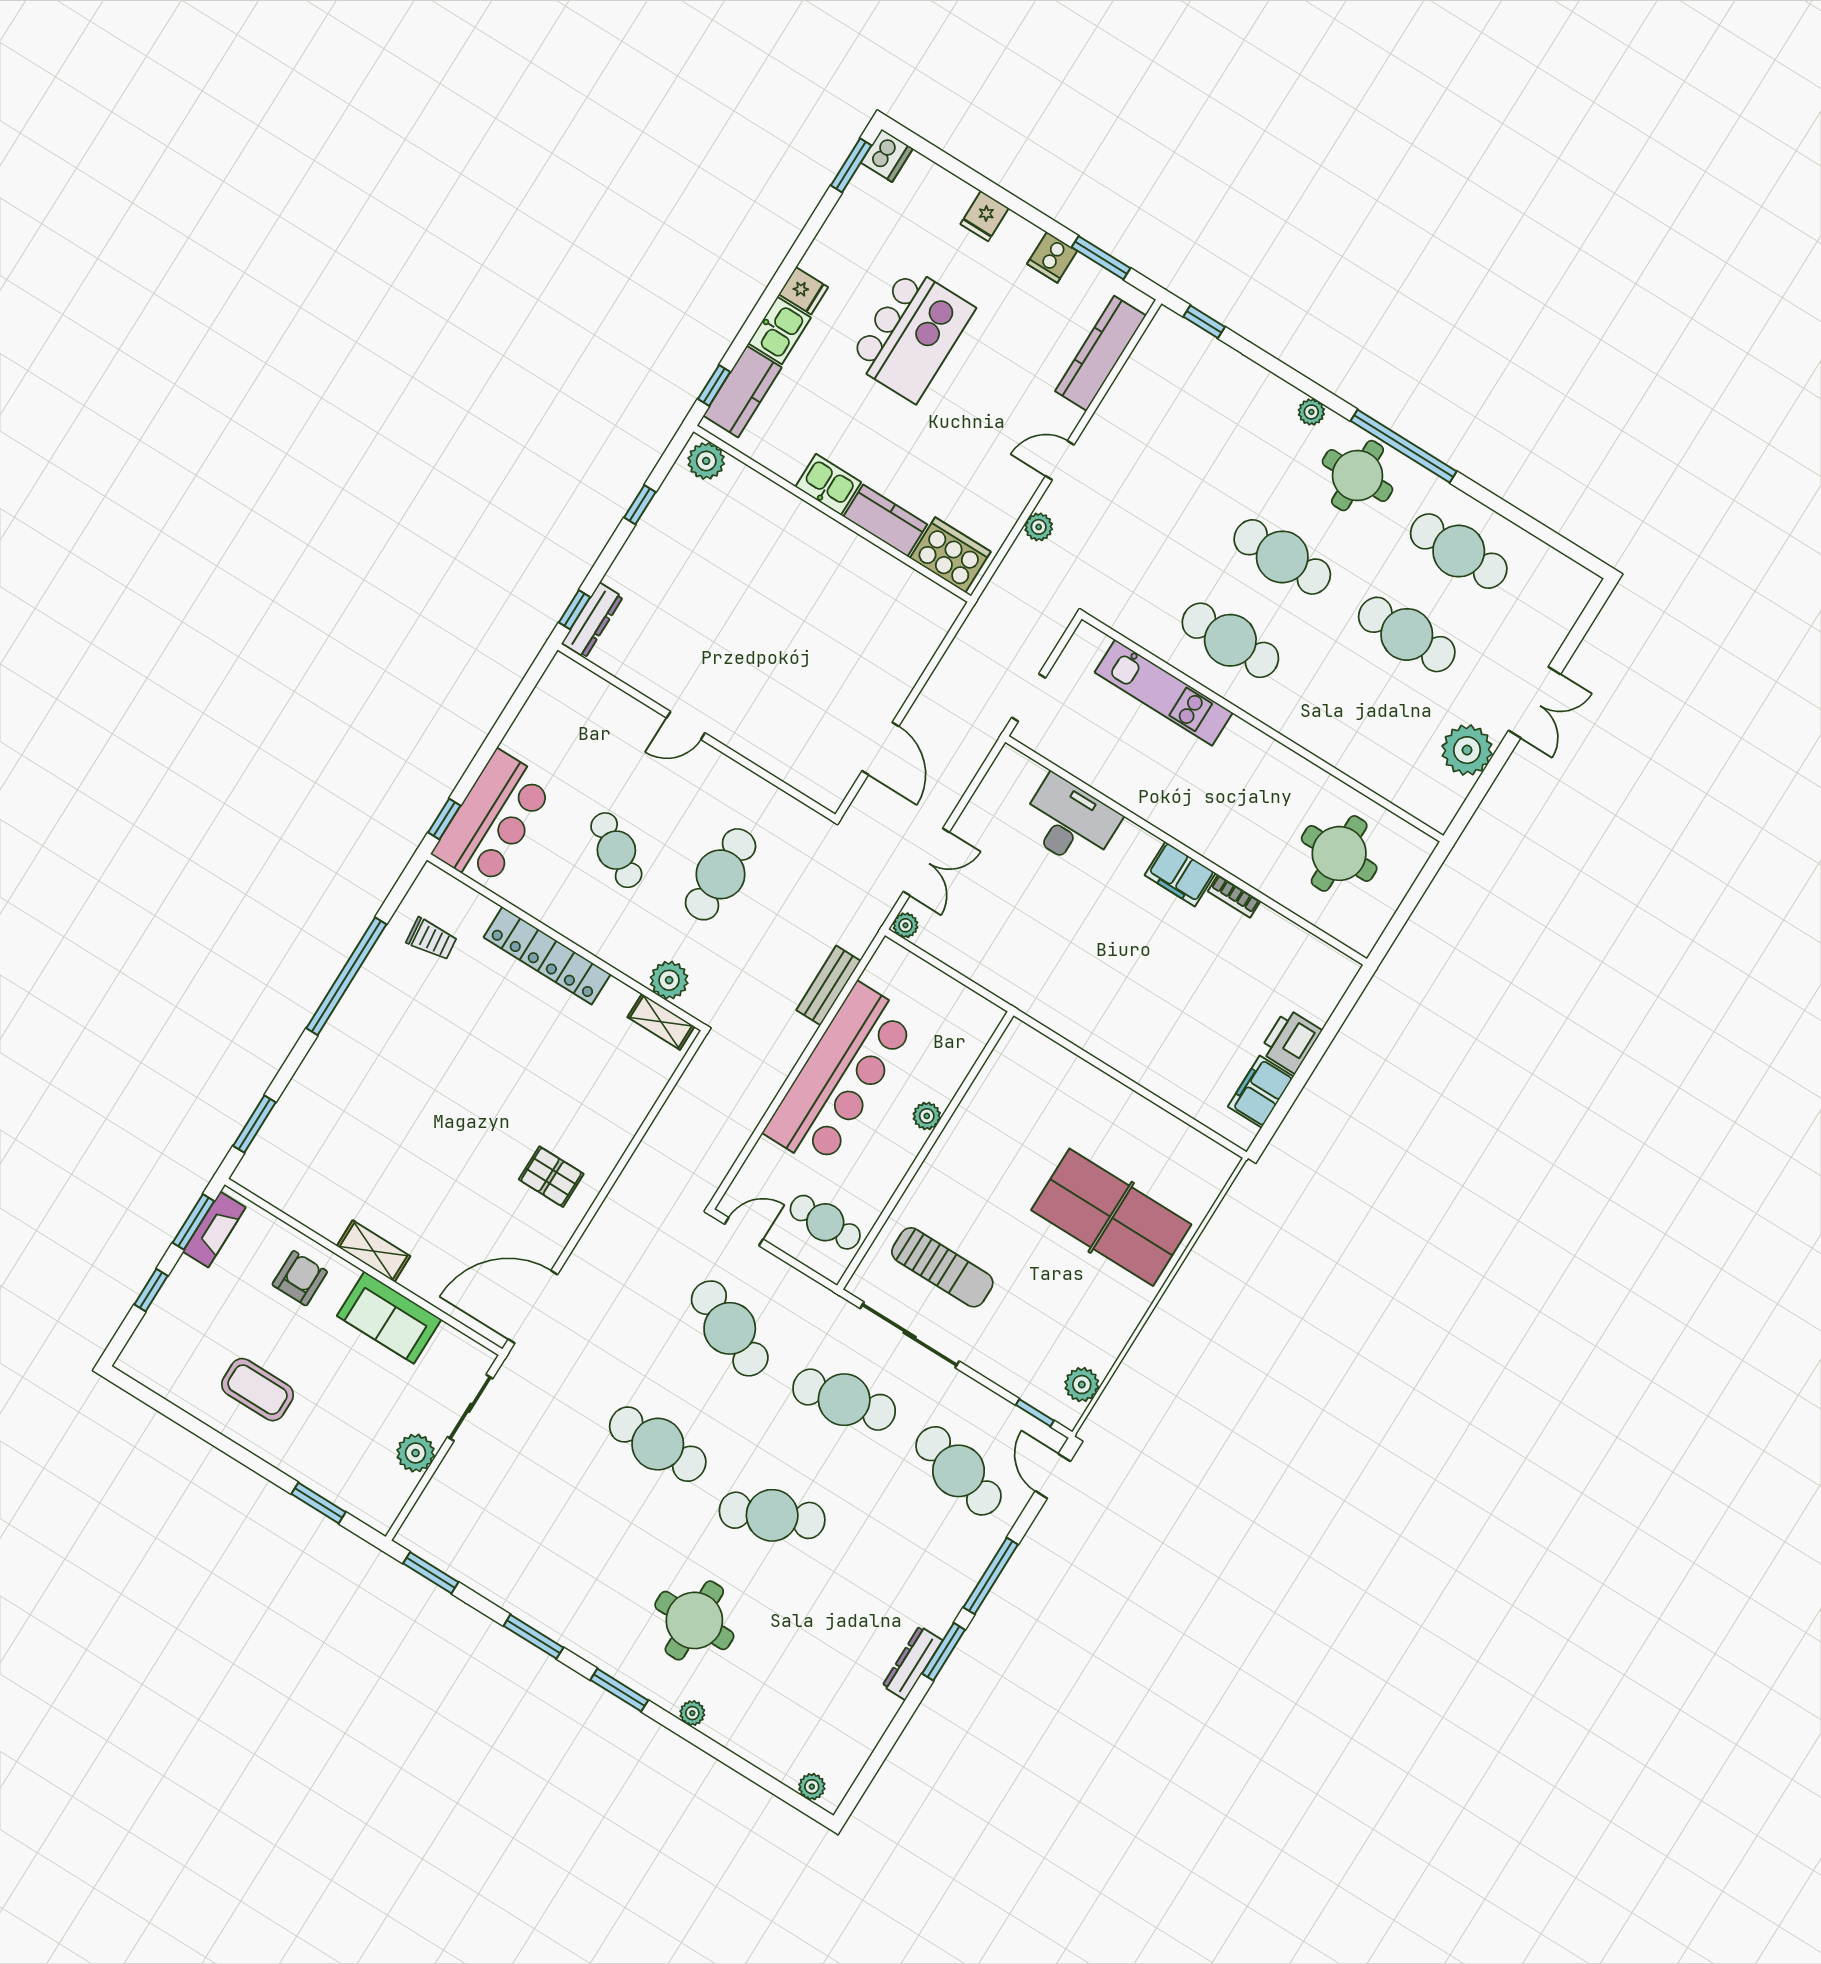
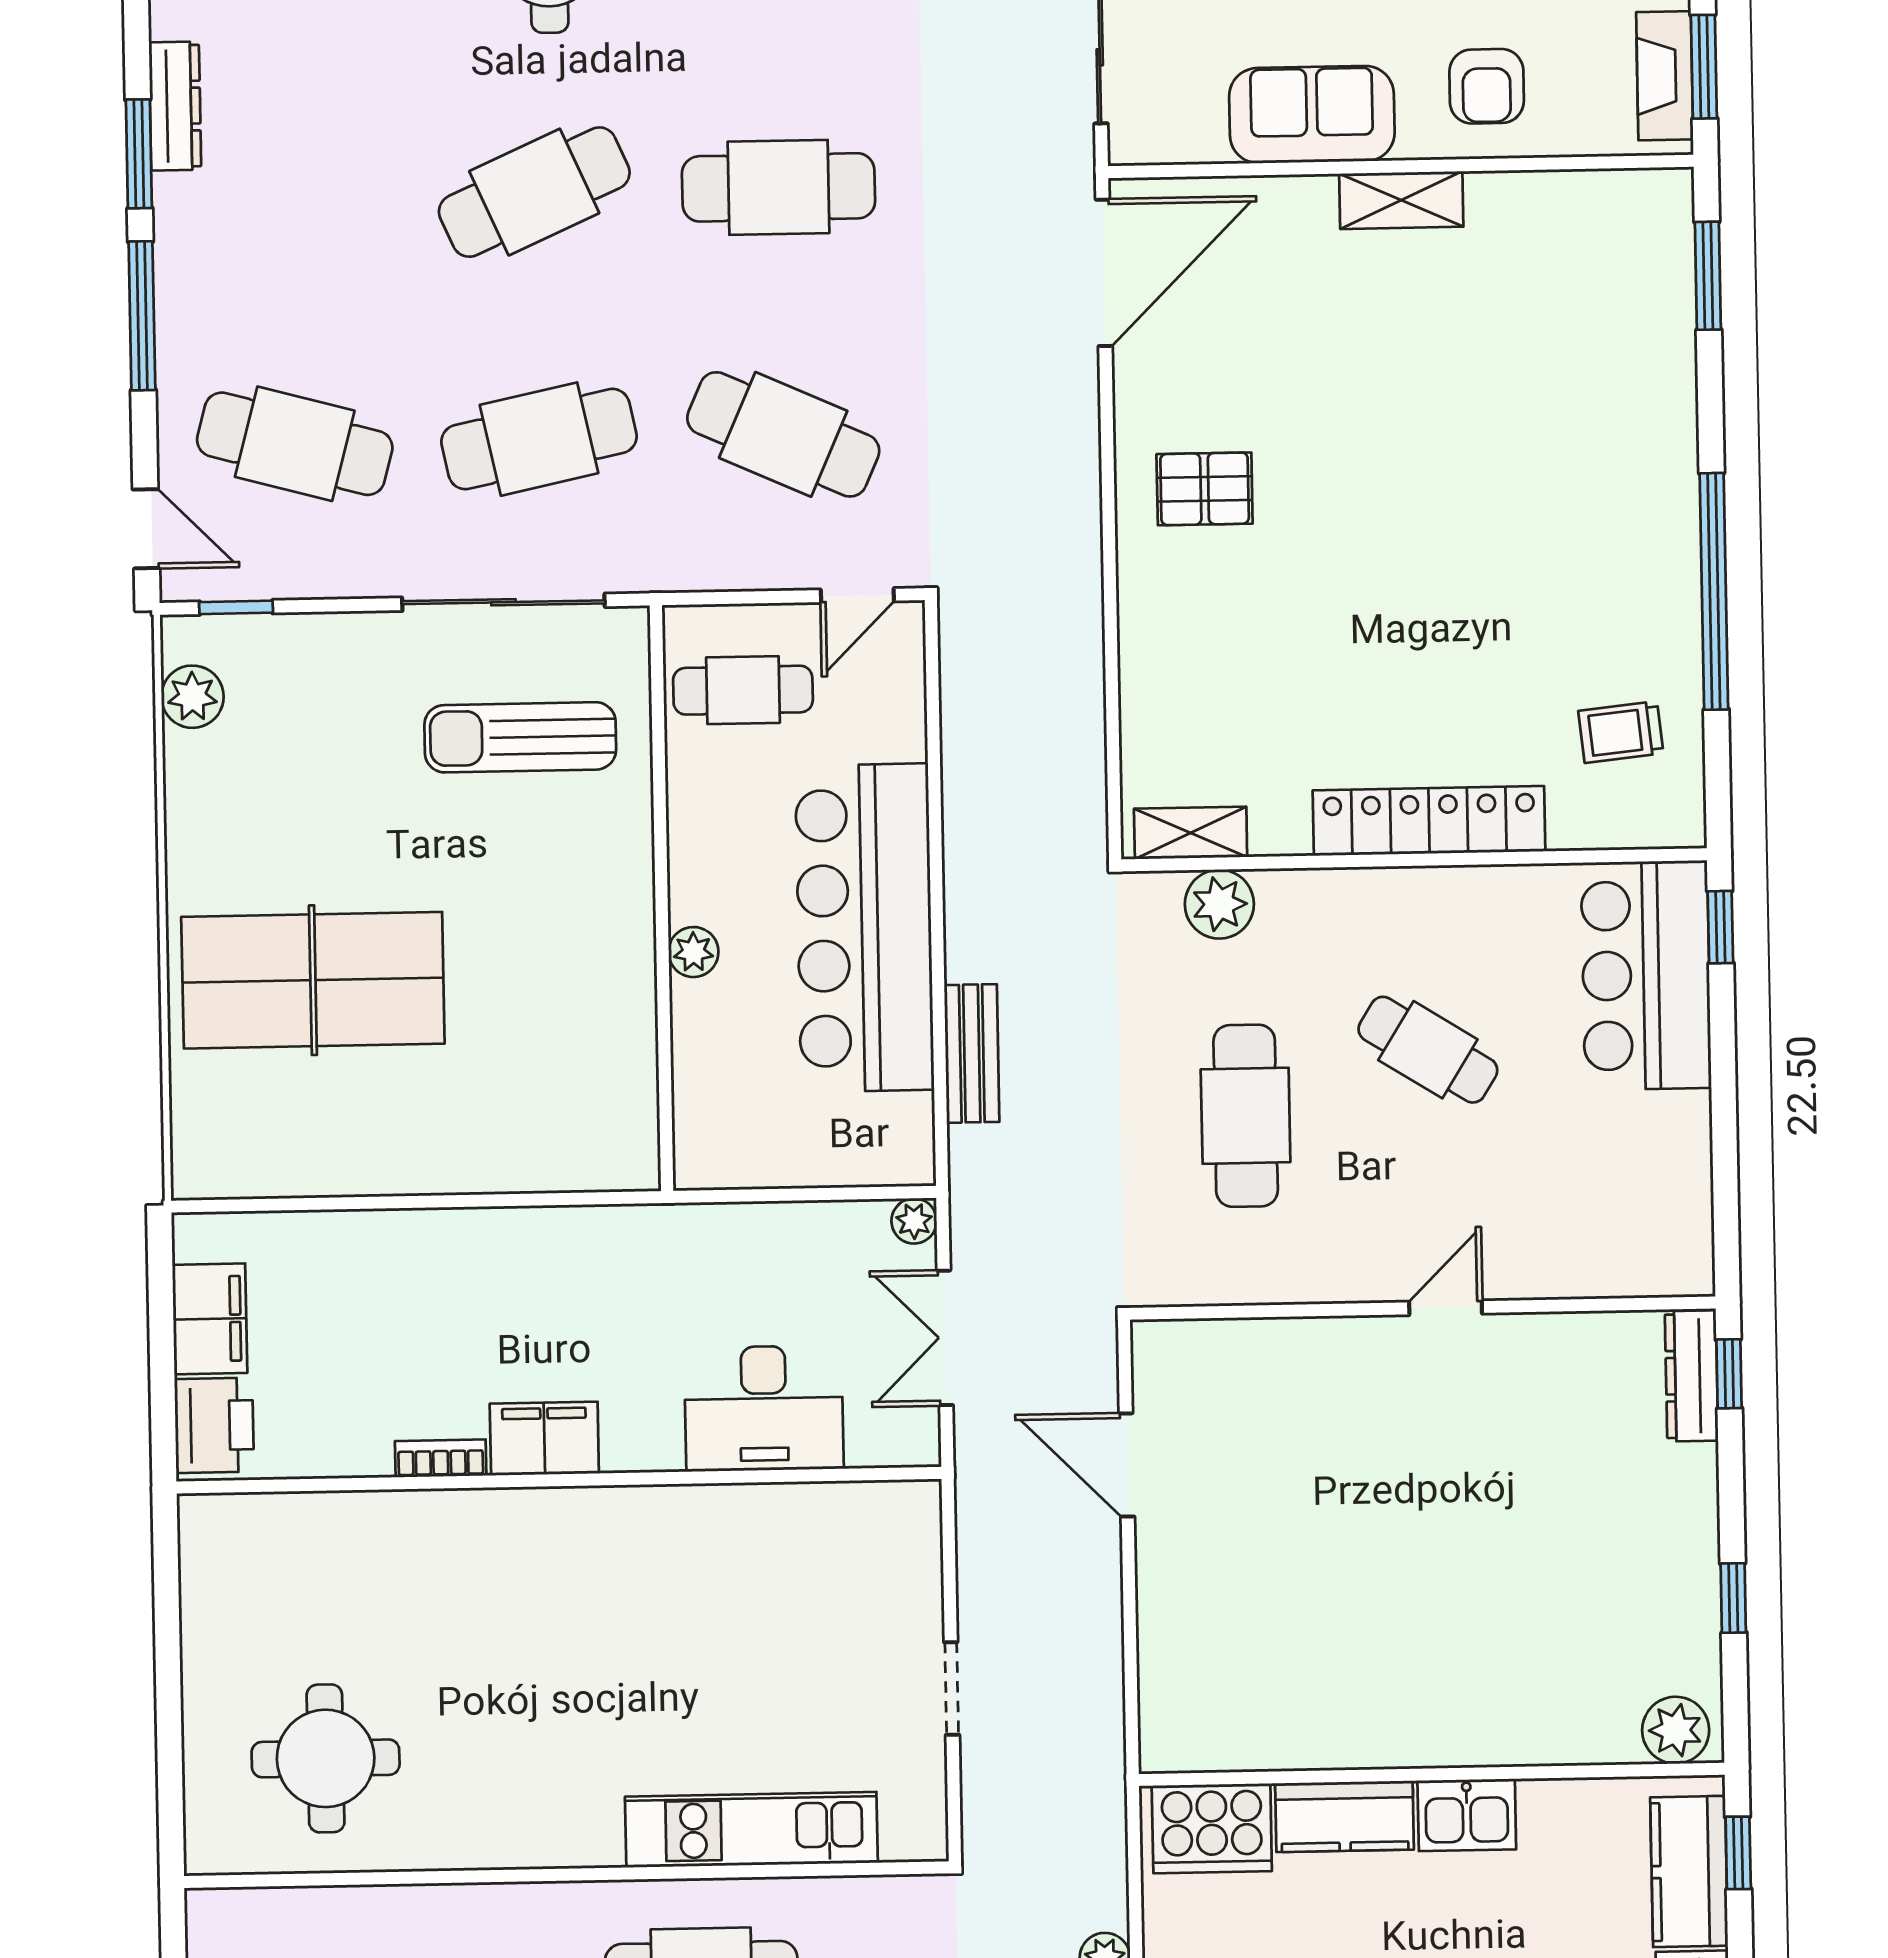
desk: (1070, 822) -> (764, 1408), moved
wall: (1186, 850) -> (559, 1480), moved
filing cabinet: (1180, 874) -> (544, 1439), moved
bookcase: (1234, 896) -> (441, 1458), moved

